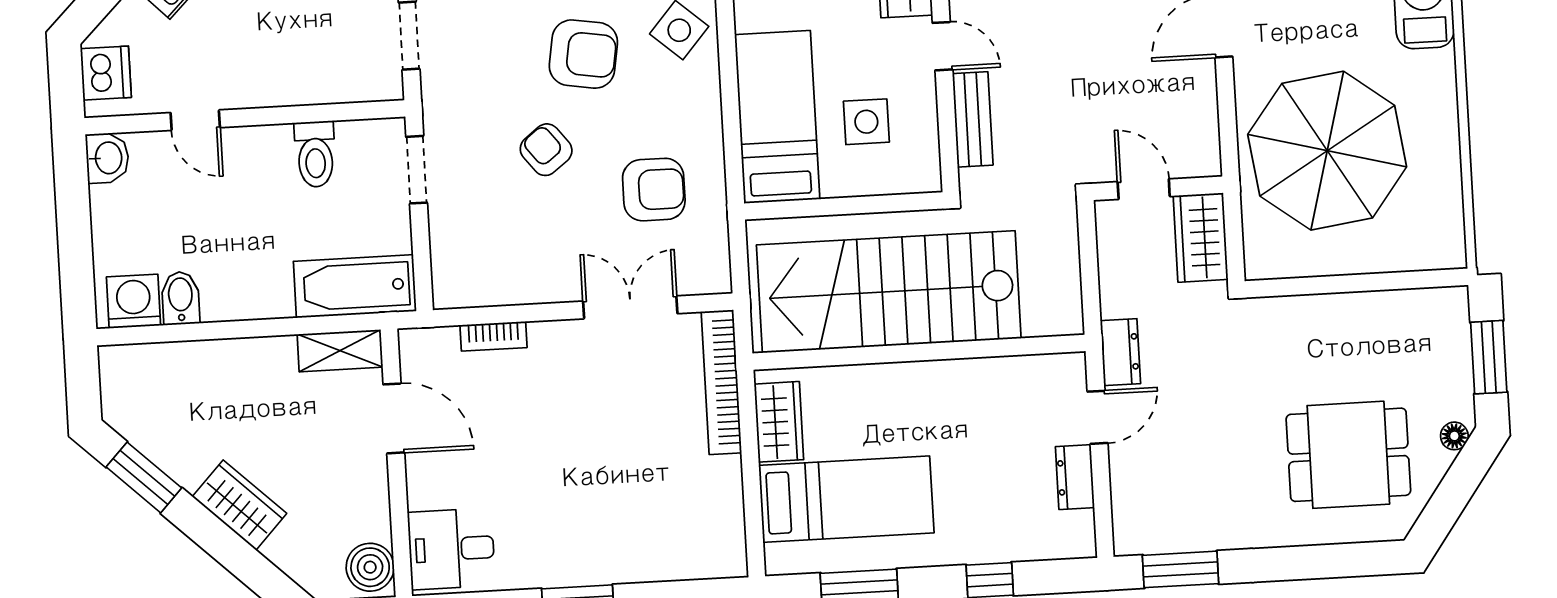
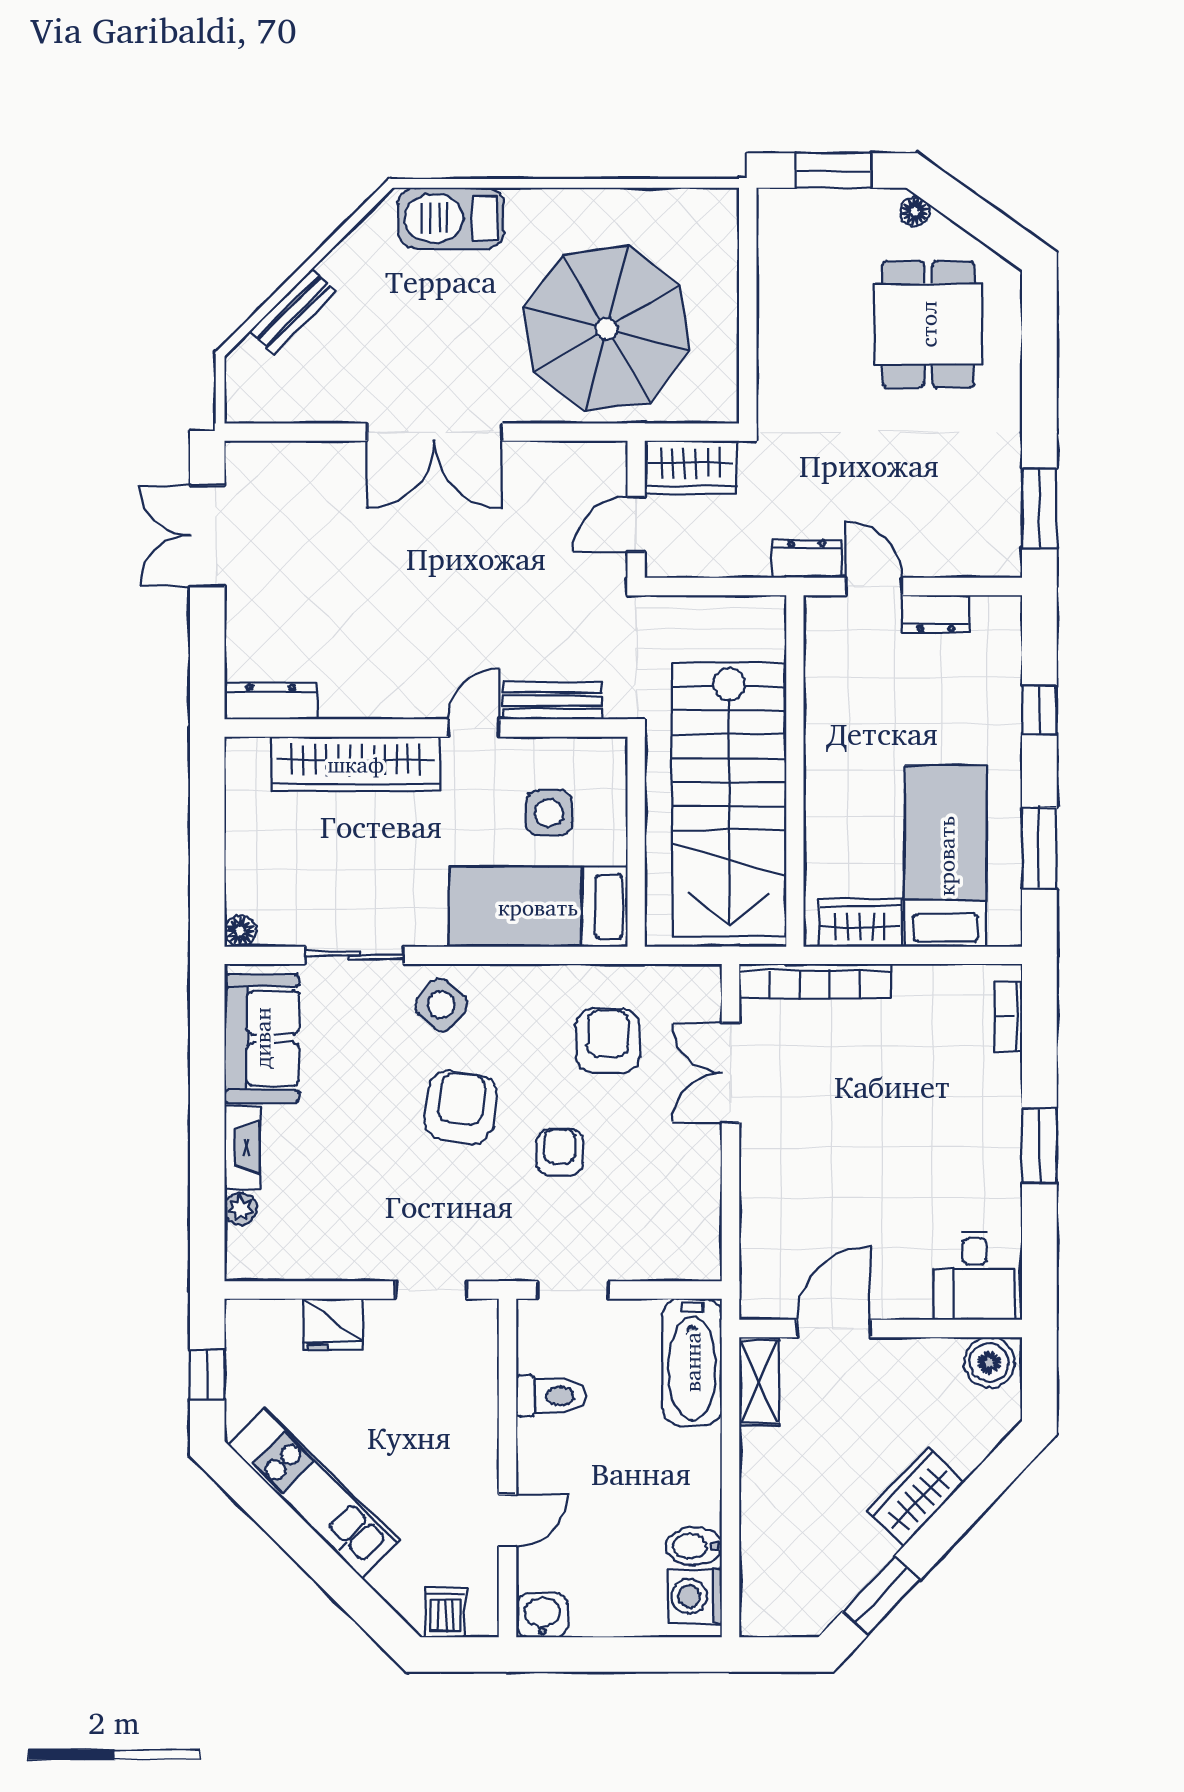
dishwasher: (106, 73) -> (445, 1612), width x0.73
armchair: (546, 150) -> (559, 1152), turned 128
bookcase: (493, 336) -> (1008, 1017), moved, turned 180

